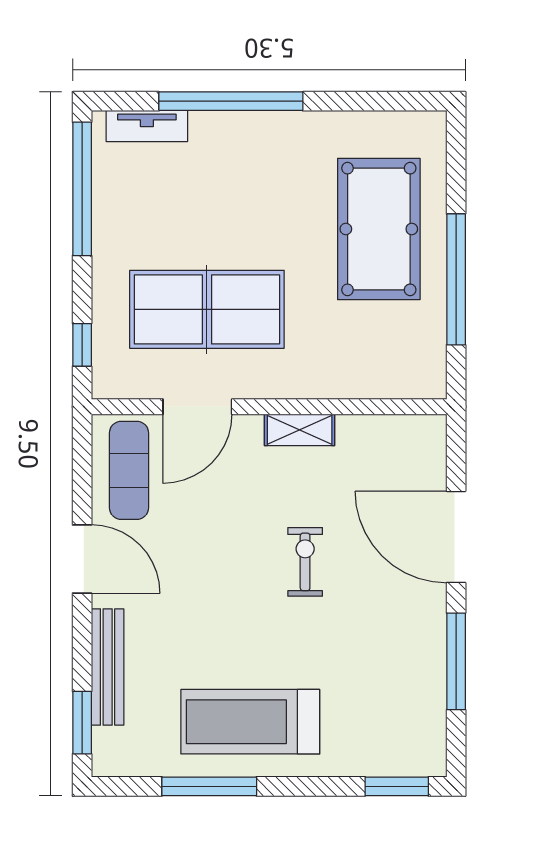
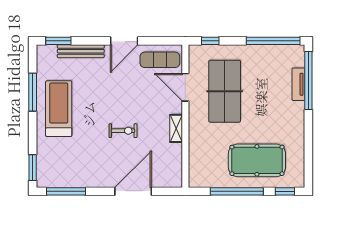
window: (231, 101) -> (308, 81), moved
tv unit: (147, 126) -> (298, 84), moved
window: (456, 160) -> (285, 191), added
window: (456, 661) -> (66, 191), moved

